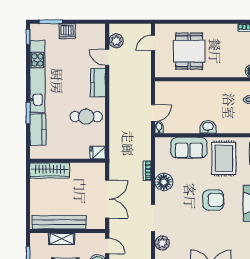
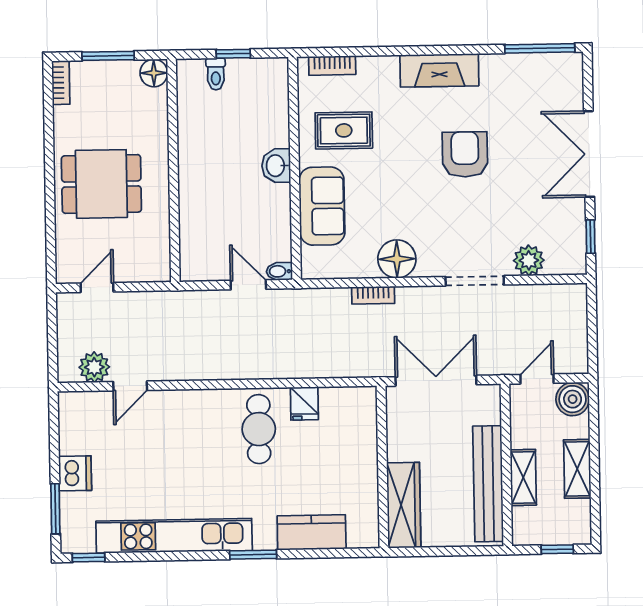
door: (153, 43) -> (97, 287), swing flipped
dining table: (189, 51) -> (101, 184), moved
kitchen counter: (98, 83) -> (185, 405), removed
kitchen counter: (38, 130) -> (312, 532), moved
fridge: (98, 153) -> (304, 404), moved
rug: (224, 158) -> (344, 130), width x0.73, depth x0.70
wall: (68, 161) -> (382, 467), moved
wardrobe: (50, 170) -> (404, 505), moved
armchair: (213, 200) -> (465, 154), moved

